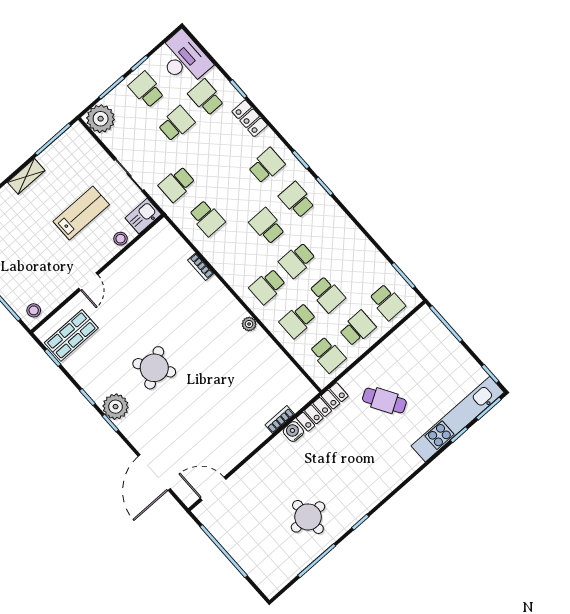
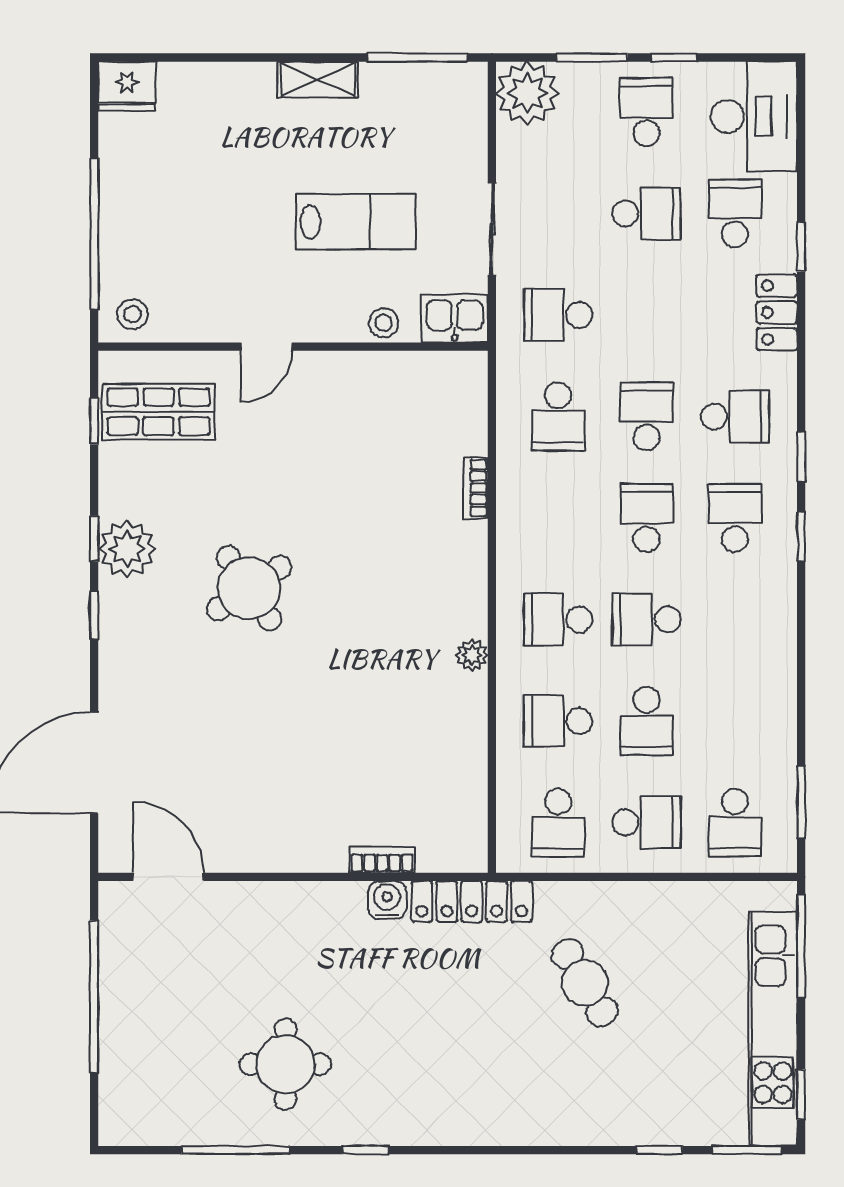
school desk: (237, 192) -> (647, 416), added
plant: (116, 407) -> (127, 549), moved
kitchen unit: (458, 419) -> (773, 1029), moved, turned -90

